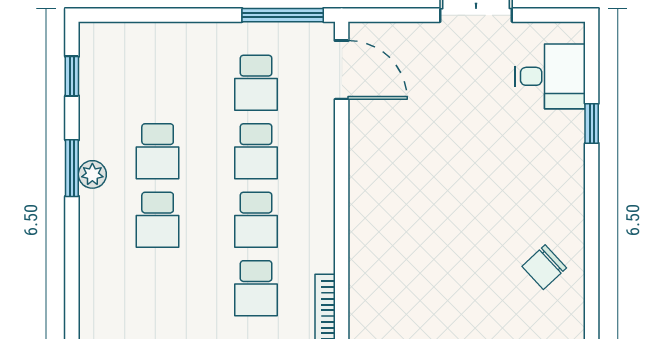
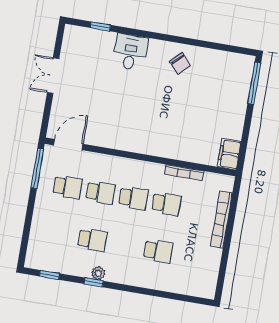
desk: (550, 76) -> (130, 52), moved
window: (592, 123) -> (100, 26), moved
window: (72, 168) -> (94, 282), width x0.67
school desk: (158, 220) -> (158, 251), moved

